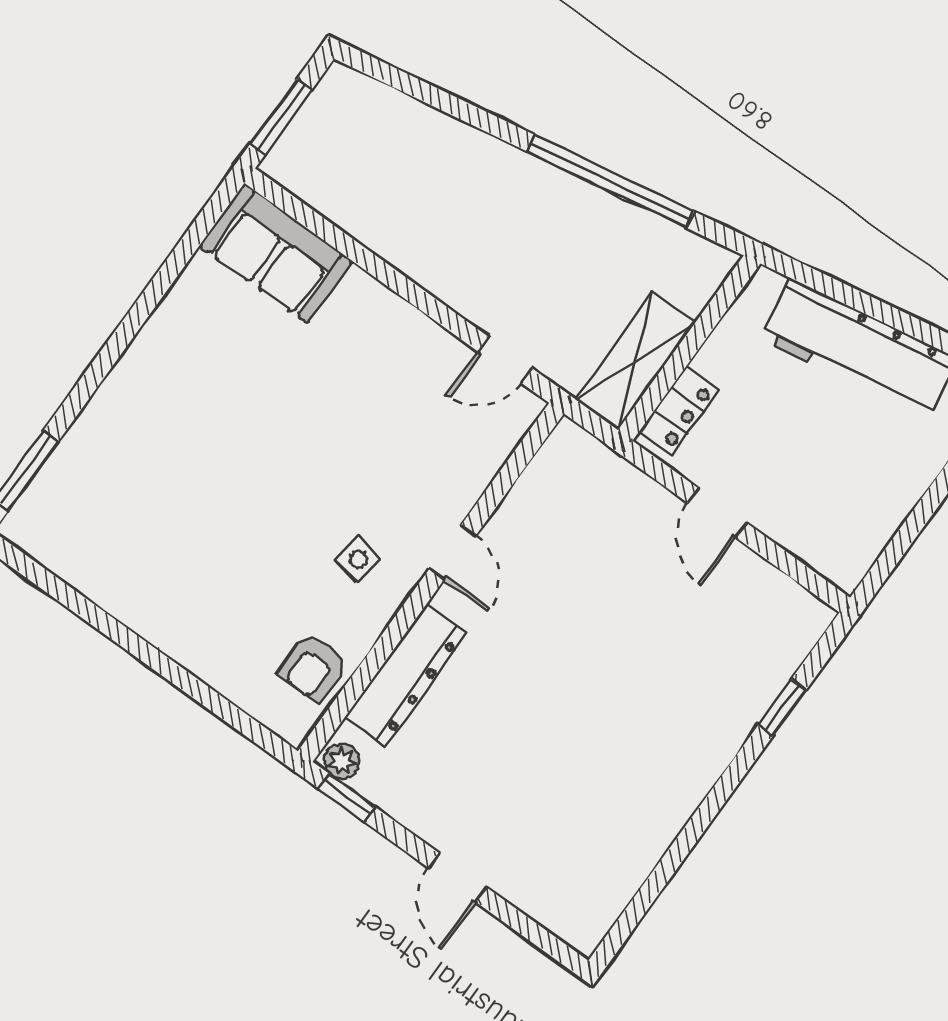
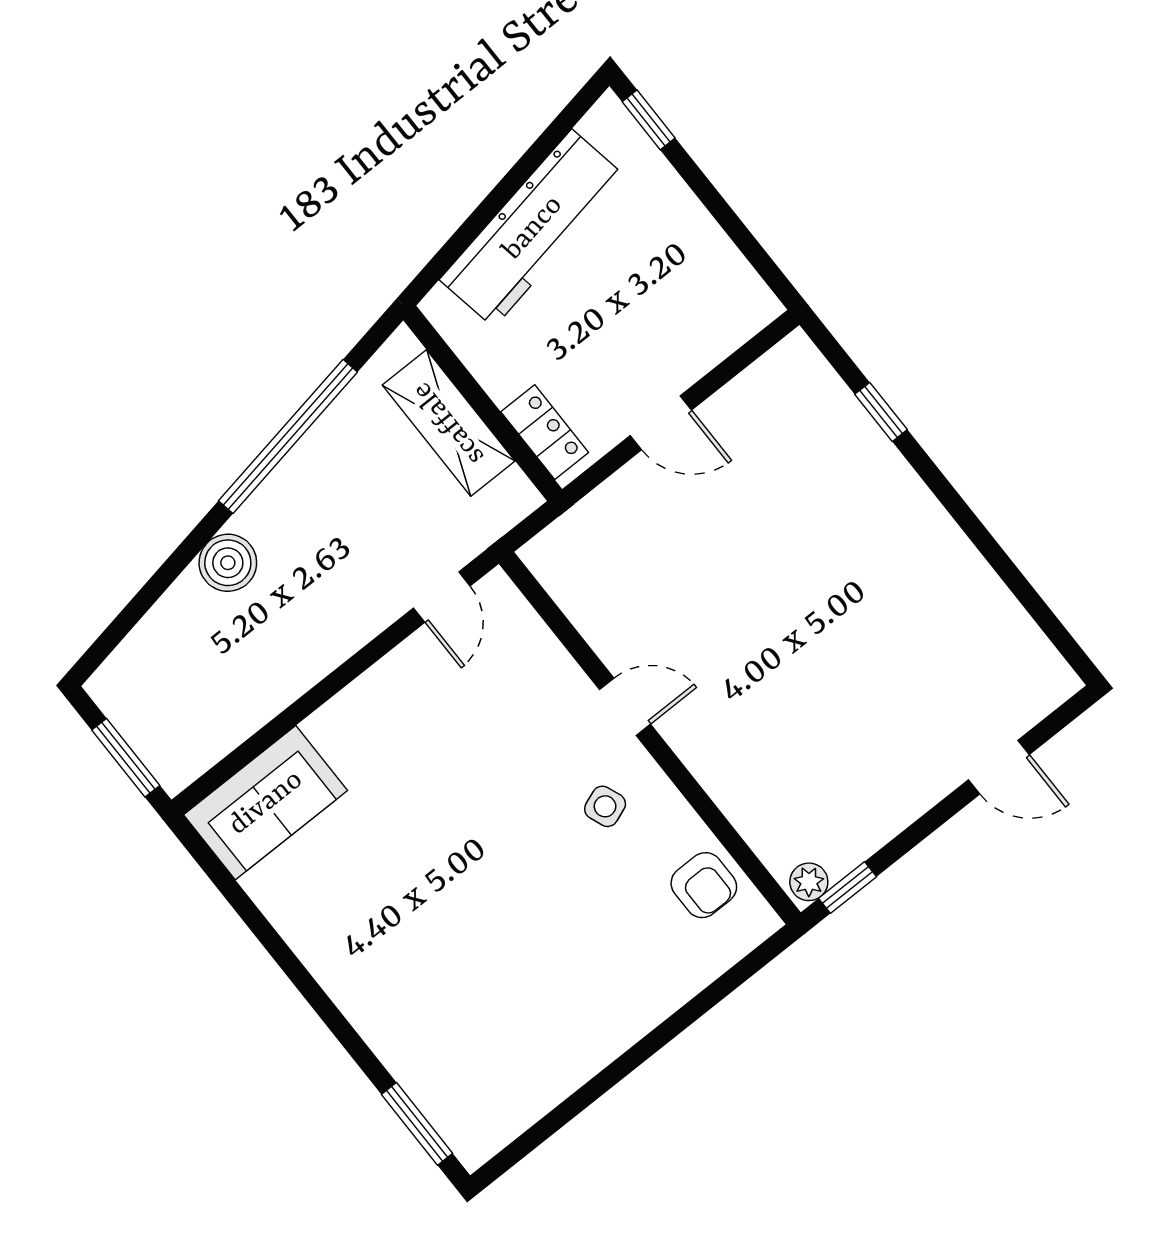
boiler: (482, 159) -> (228, 563), added
shelving: (635, 361) -> (449, 423), moved
side table: (358, 559) -> (605, 806), turned -32
dresser: (406, 675) -> (738, 791), removed
door: (457, 877) -> (999, 767), moved

